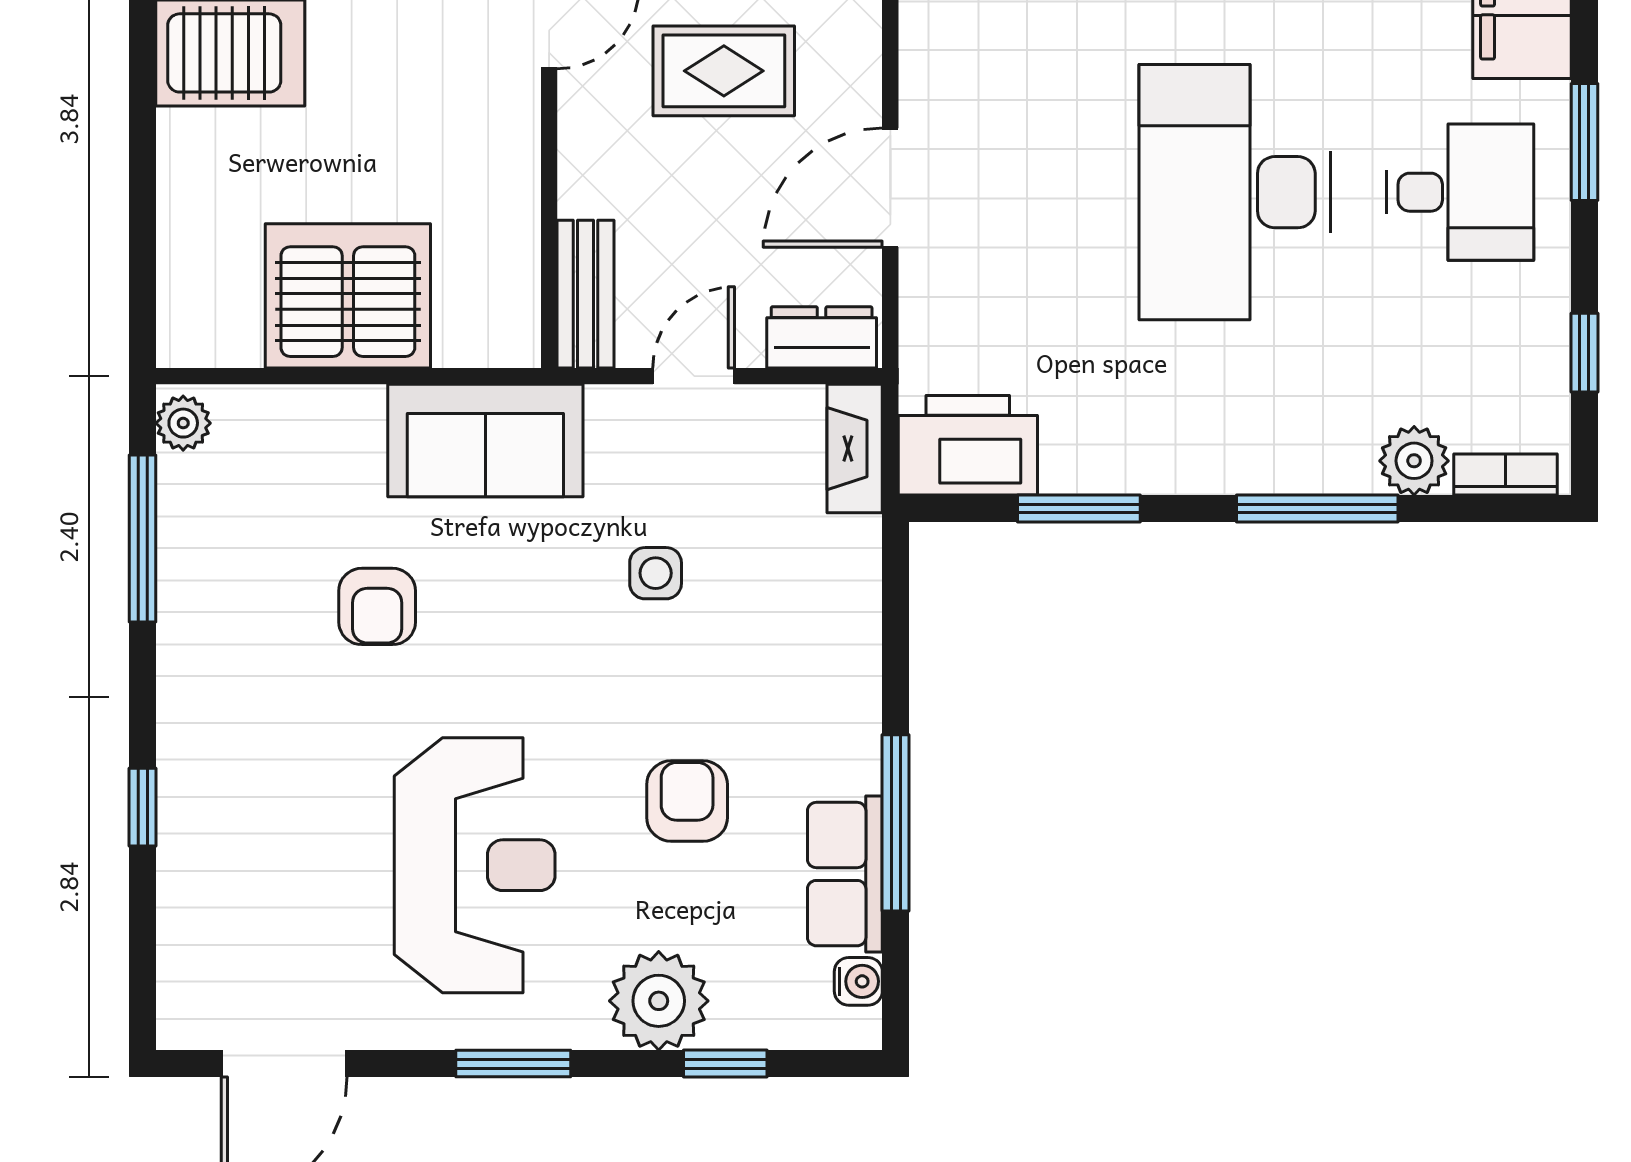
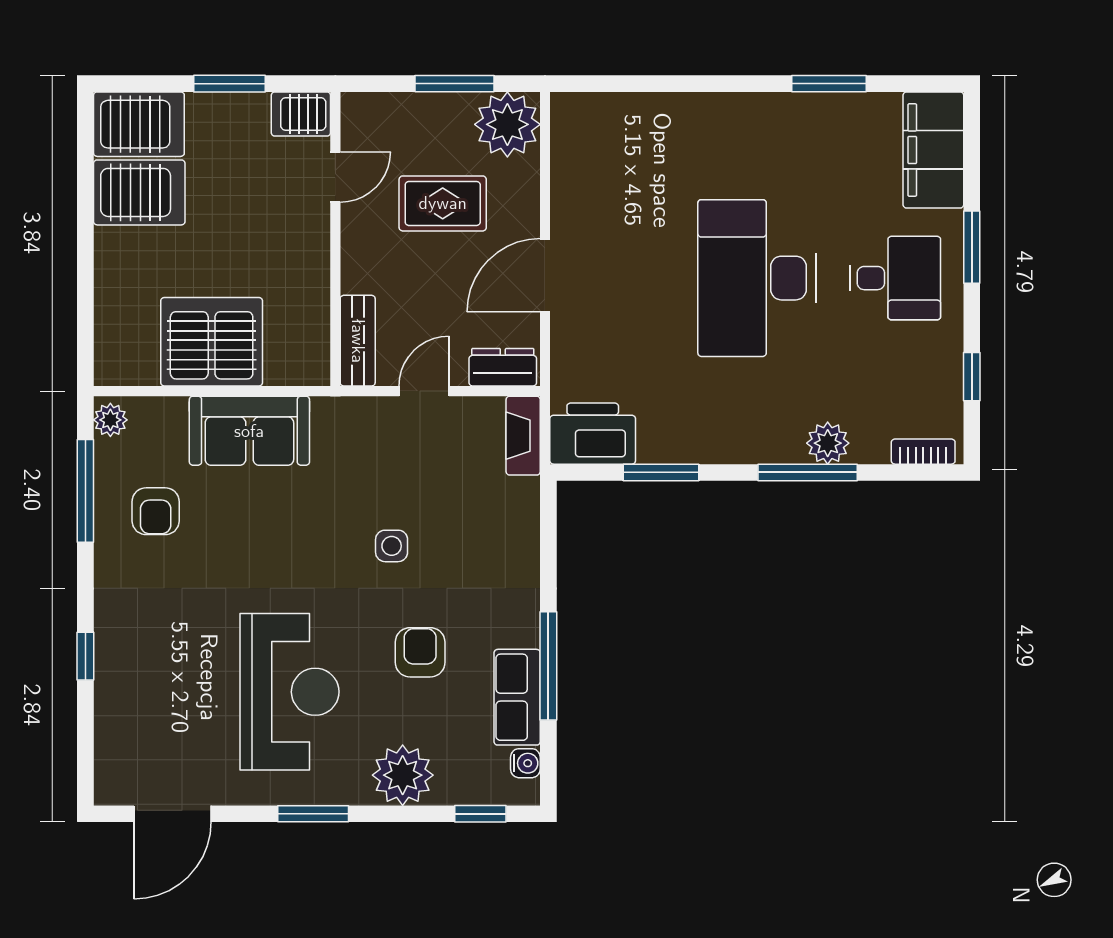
sofa: (485, 441) -> (249, 431), moved
plant: (1414, 461) -> (828, 443), moved
side table: (656, 573) -> (392, 546), moved
armchair: (377, 606) -> (156, 511), moved
window: (725, 1064) -> (480, 814), moved

